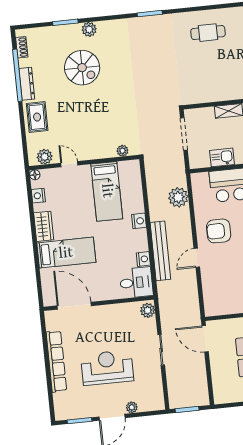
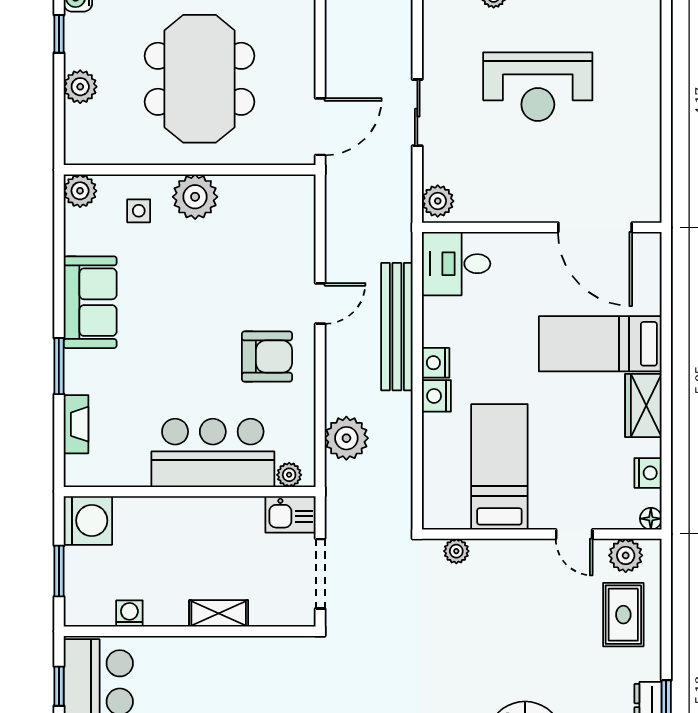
rug: (37, 117) -> (623, 615), moved
kitchen sink: (222, 157) -> (290, 514), moved
plant: (203, 178) -> (289, 475), added
nightstand: (143, 259) -> (436, 363), moved
door: (205, 339) -> (320, 127), hinge flipped
row of seats: (56, 361) -> (646, 111), removed

